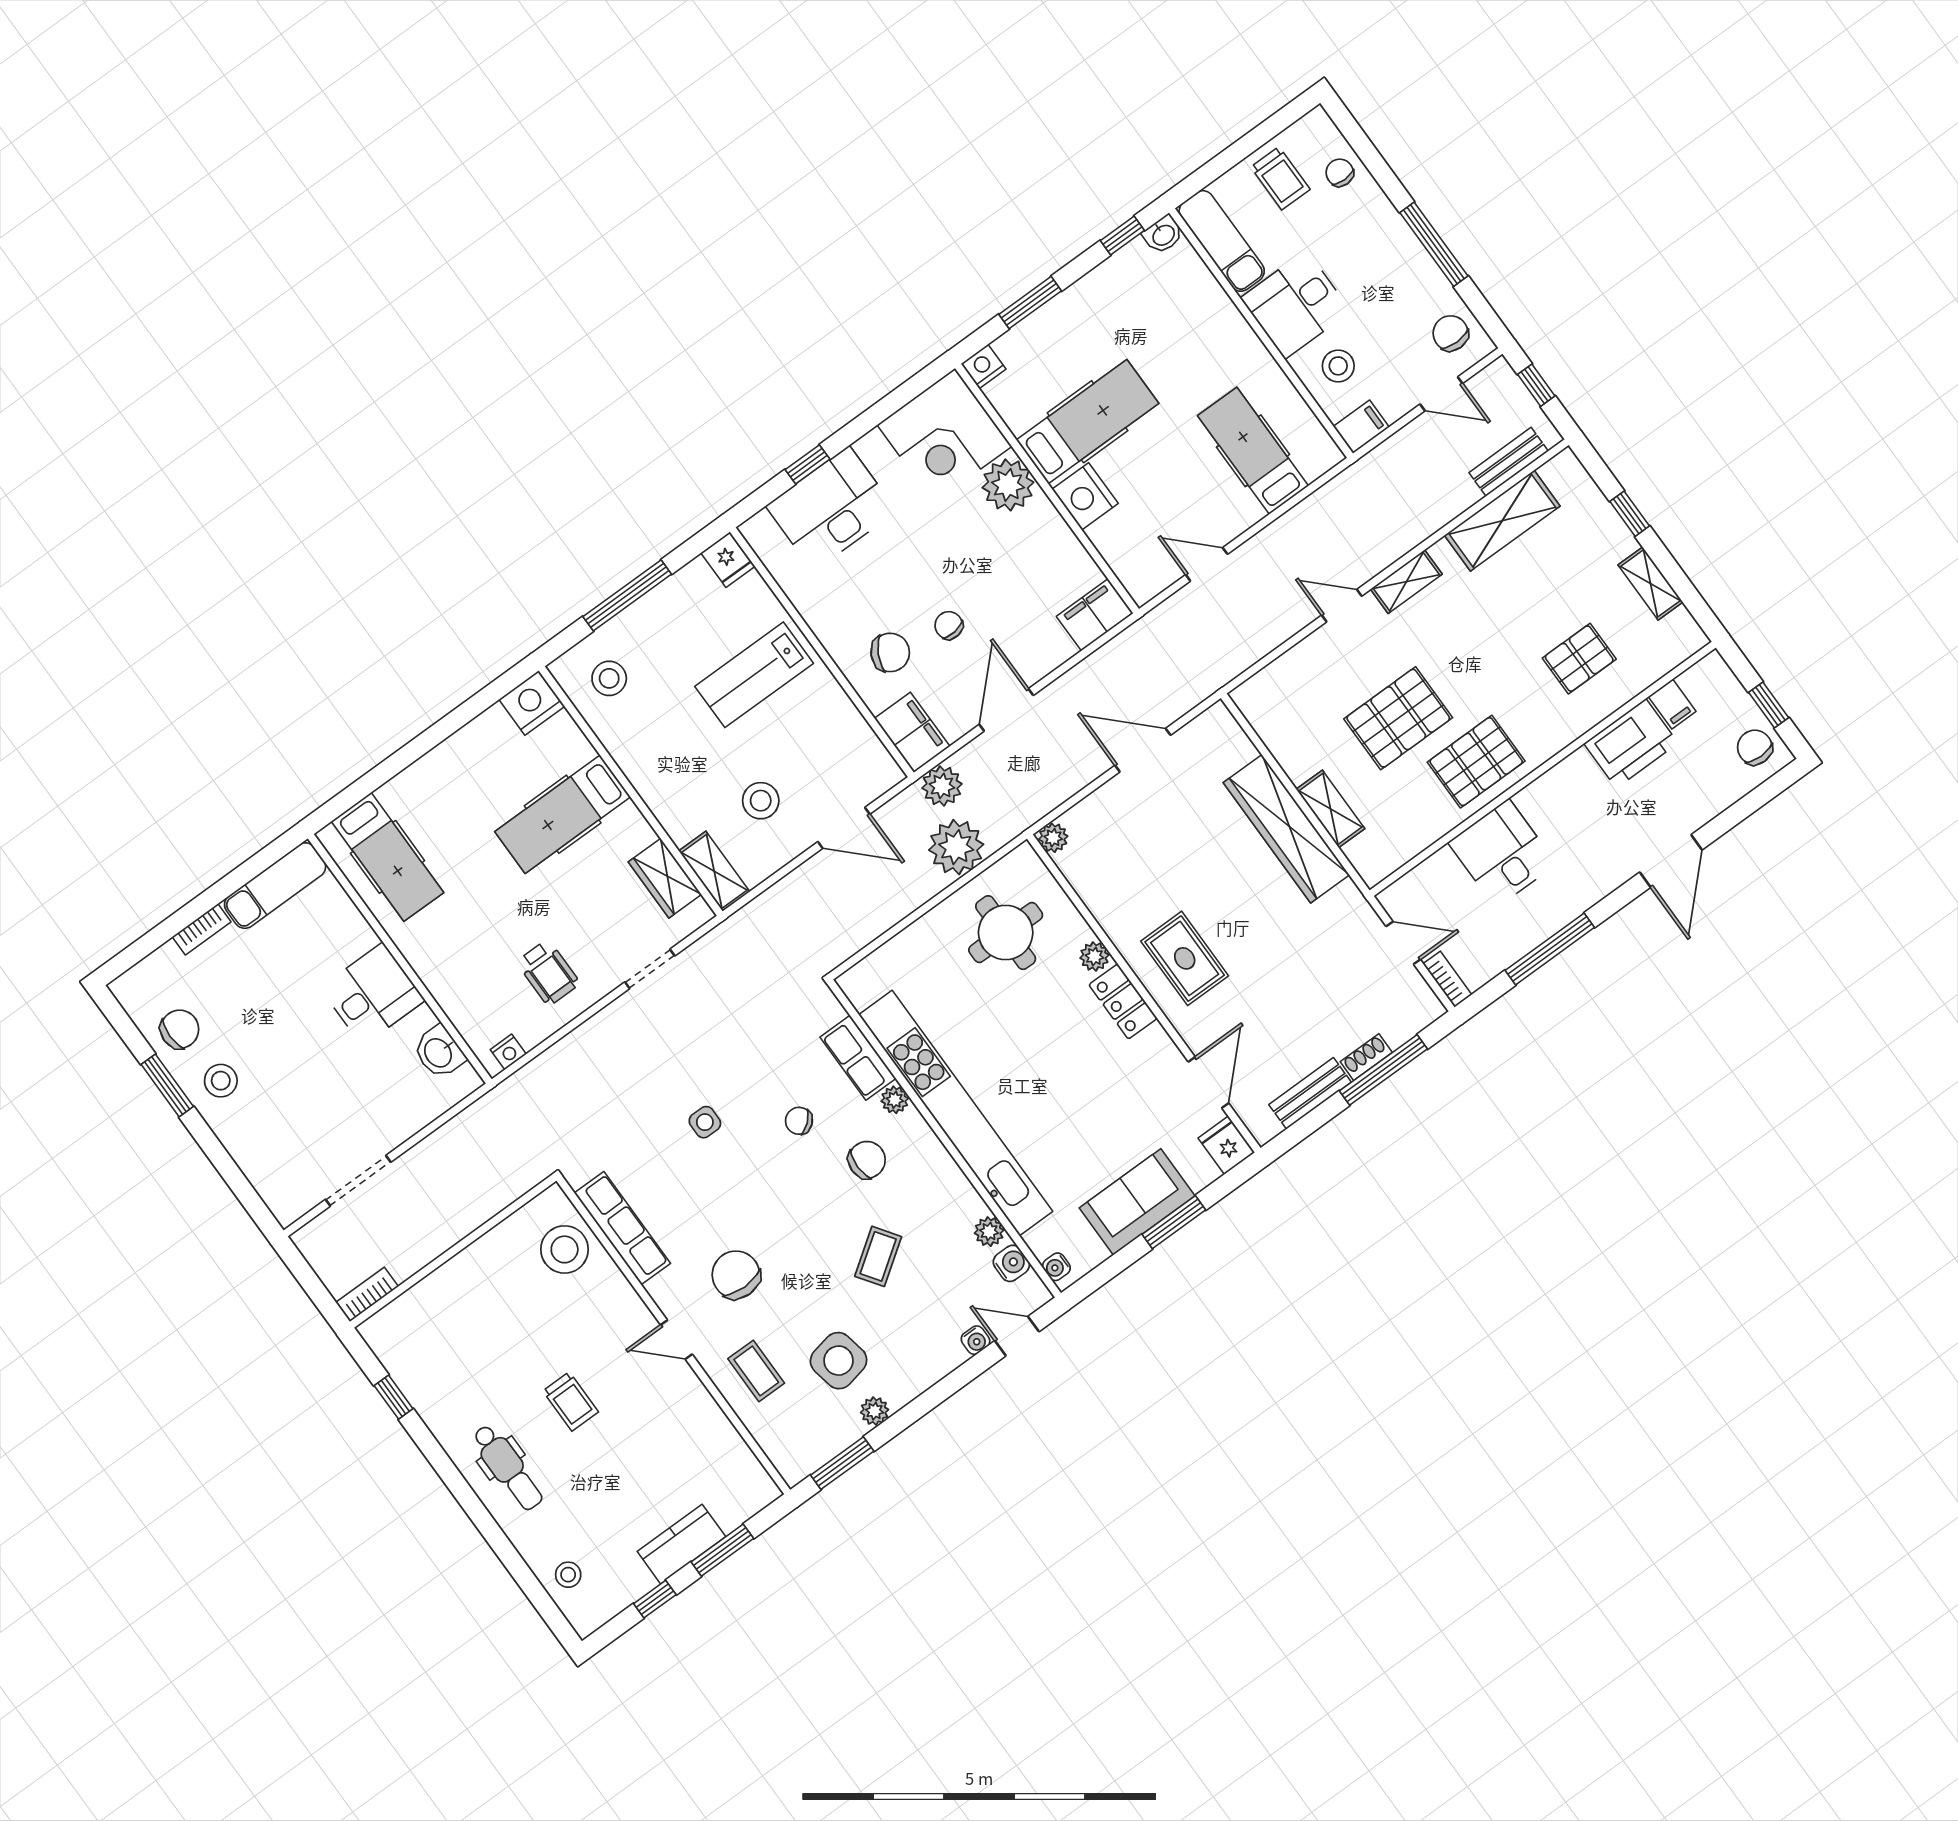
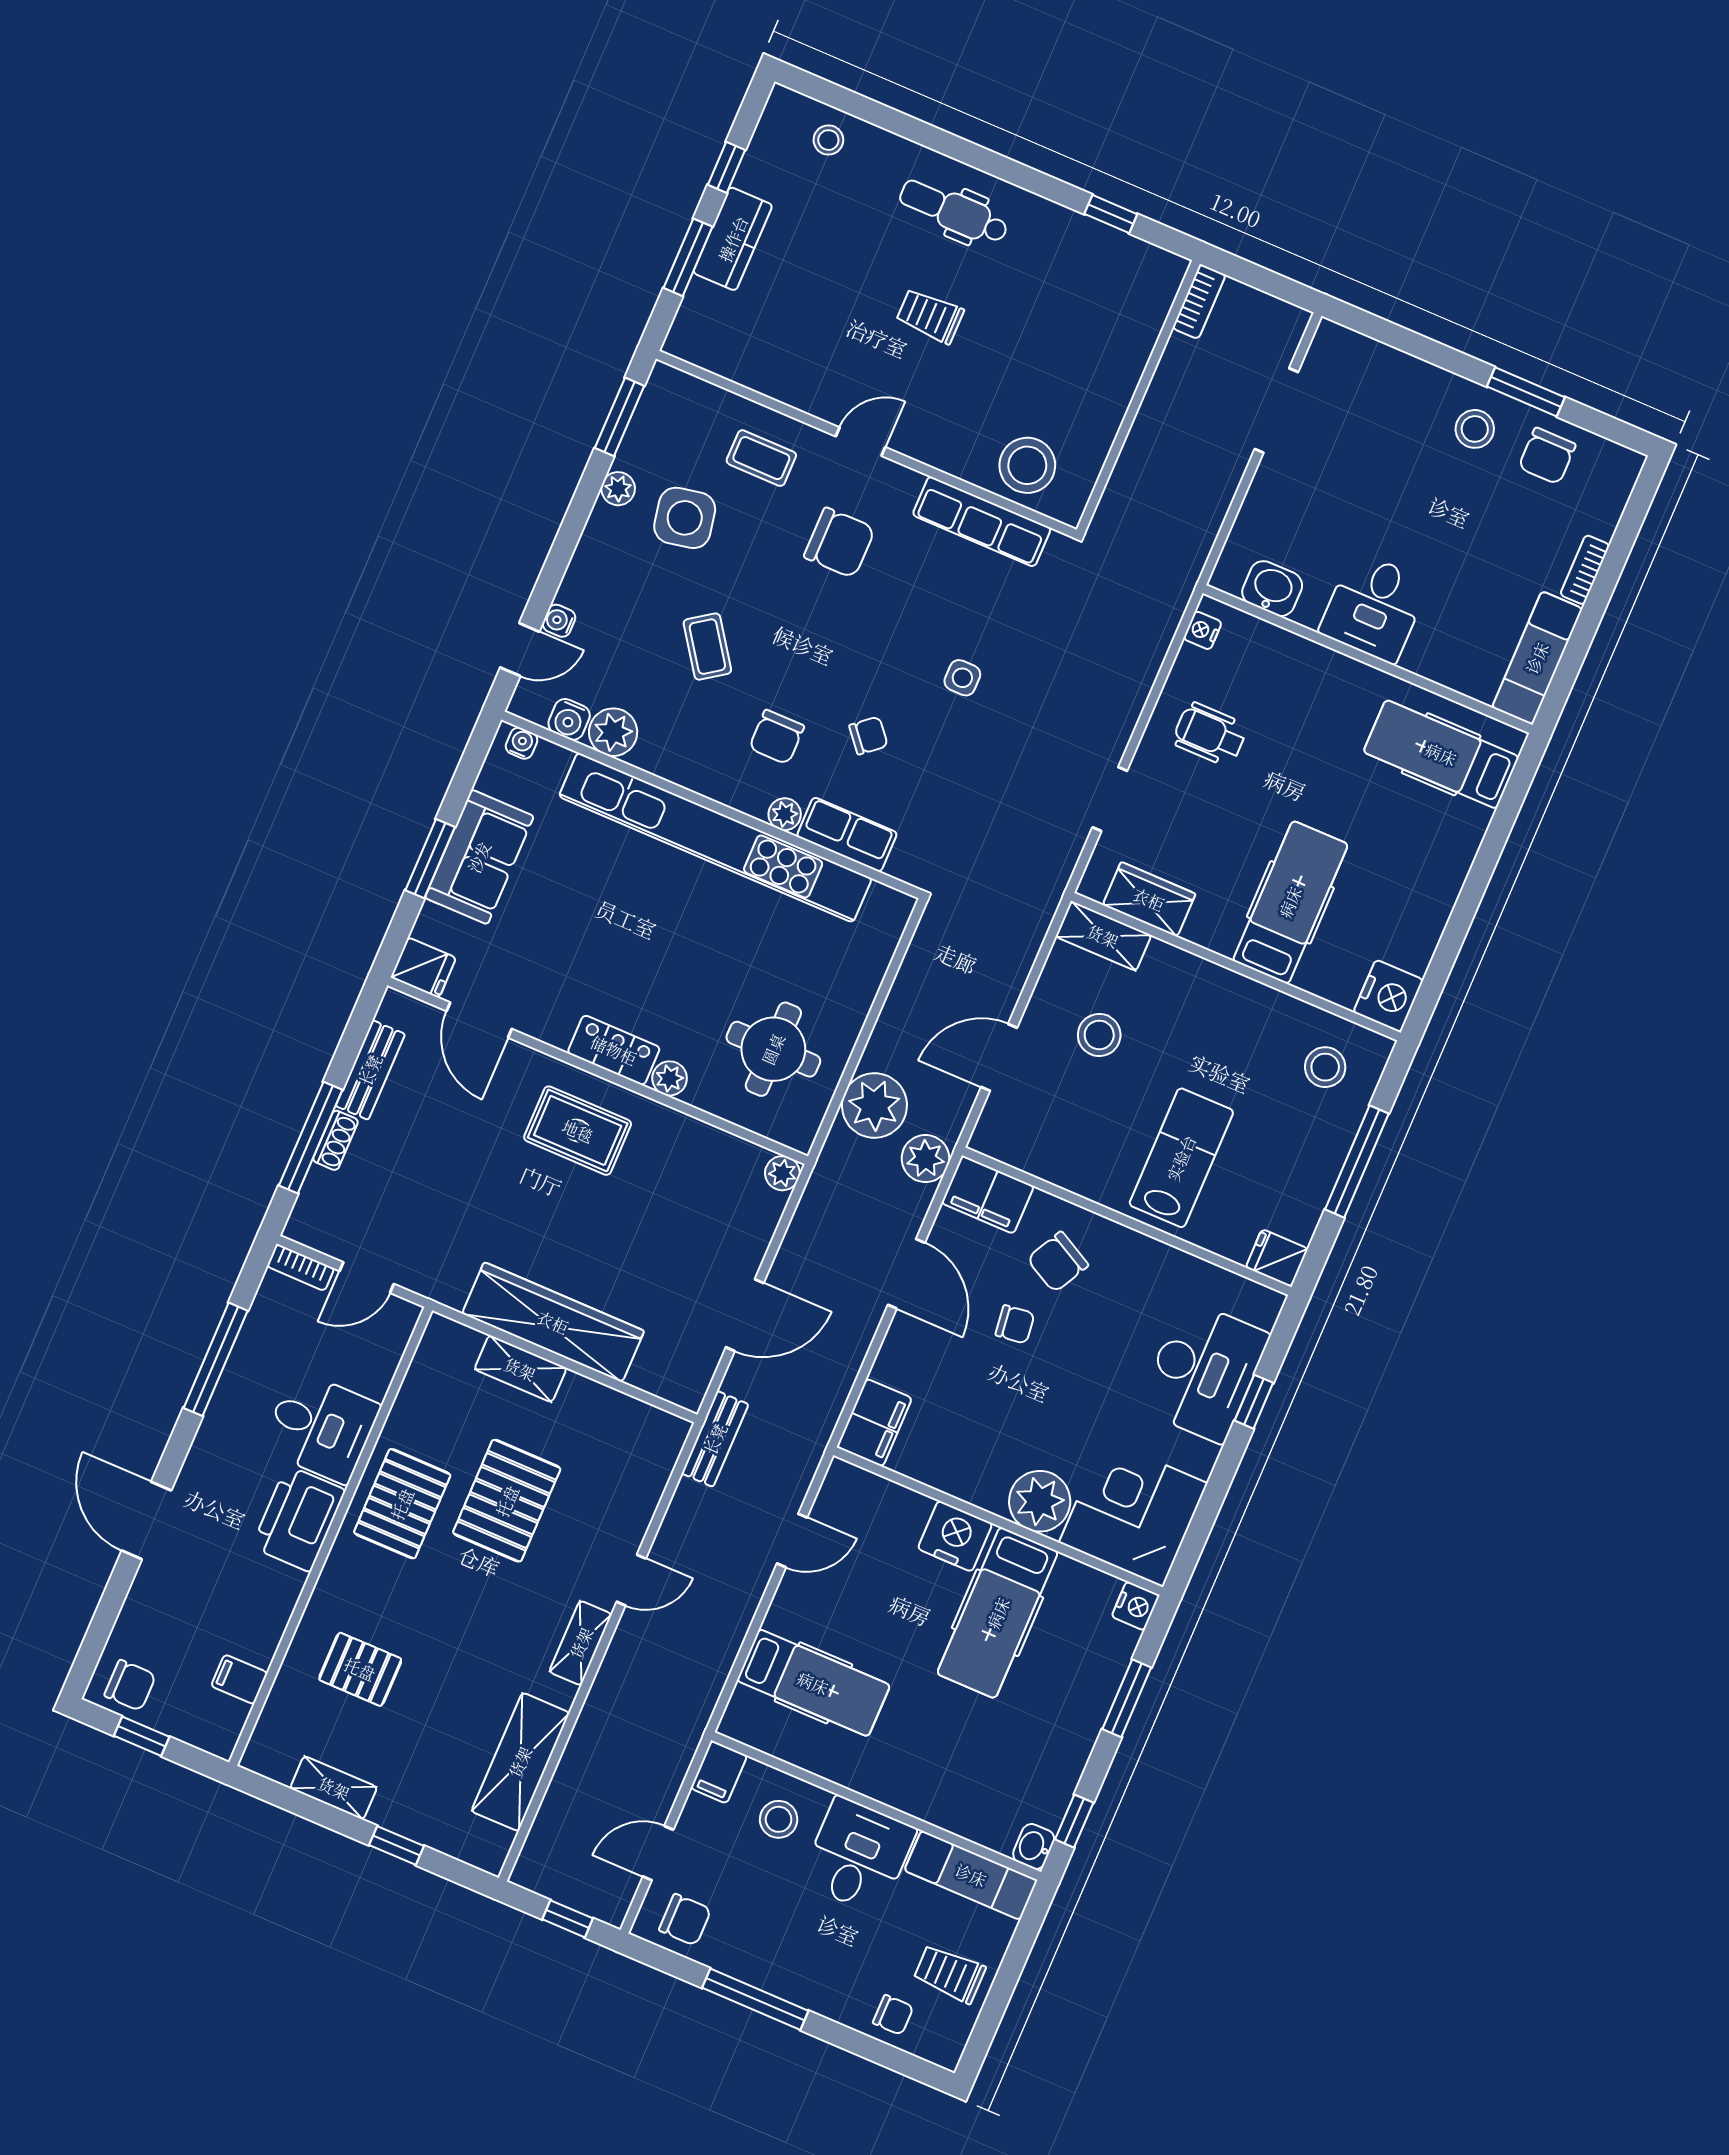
bench: (1509, 462) -> (715, 1439), moved
pallet: (1579, 659) -> (360, 1669), turned 90
printer: (1631, 743) -> (299, 1519), moved
plant: (989, 1232) -> (613, 732), width x1.38, depth x1.38

